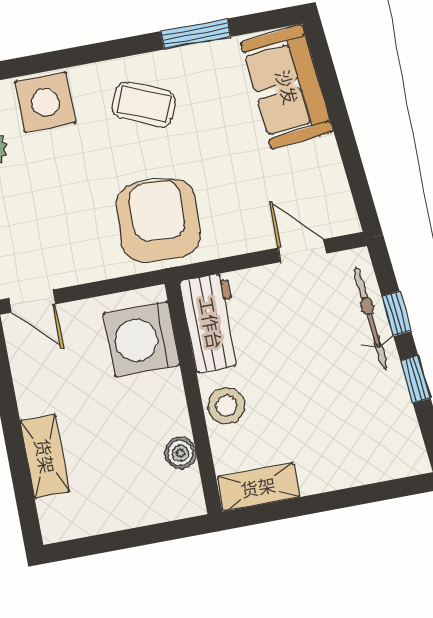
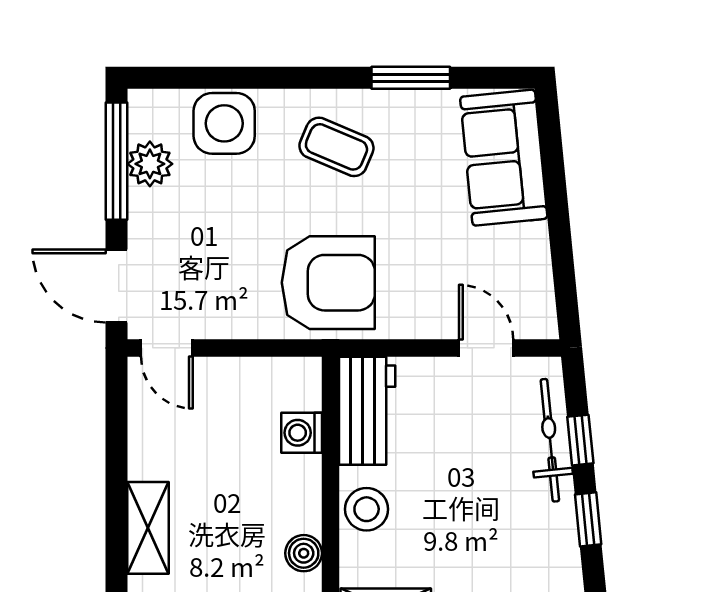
armchair: (158, 220) -> (328, 283), turned 87
washing machine: (142, 339) -> (302, 433), width x0.53, depth x0.53

